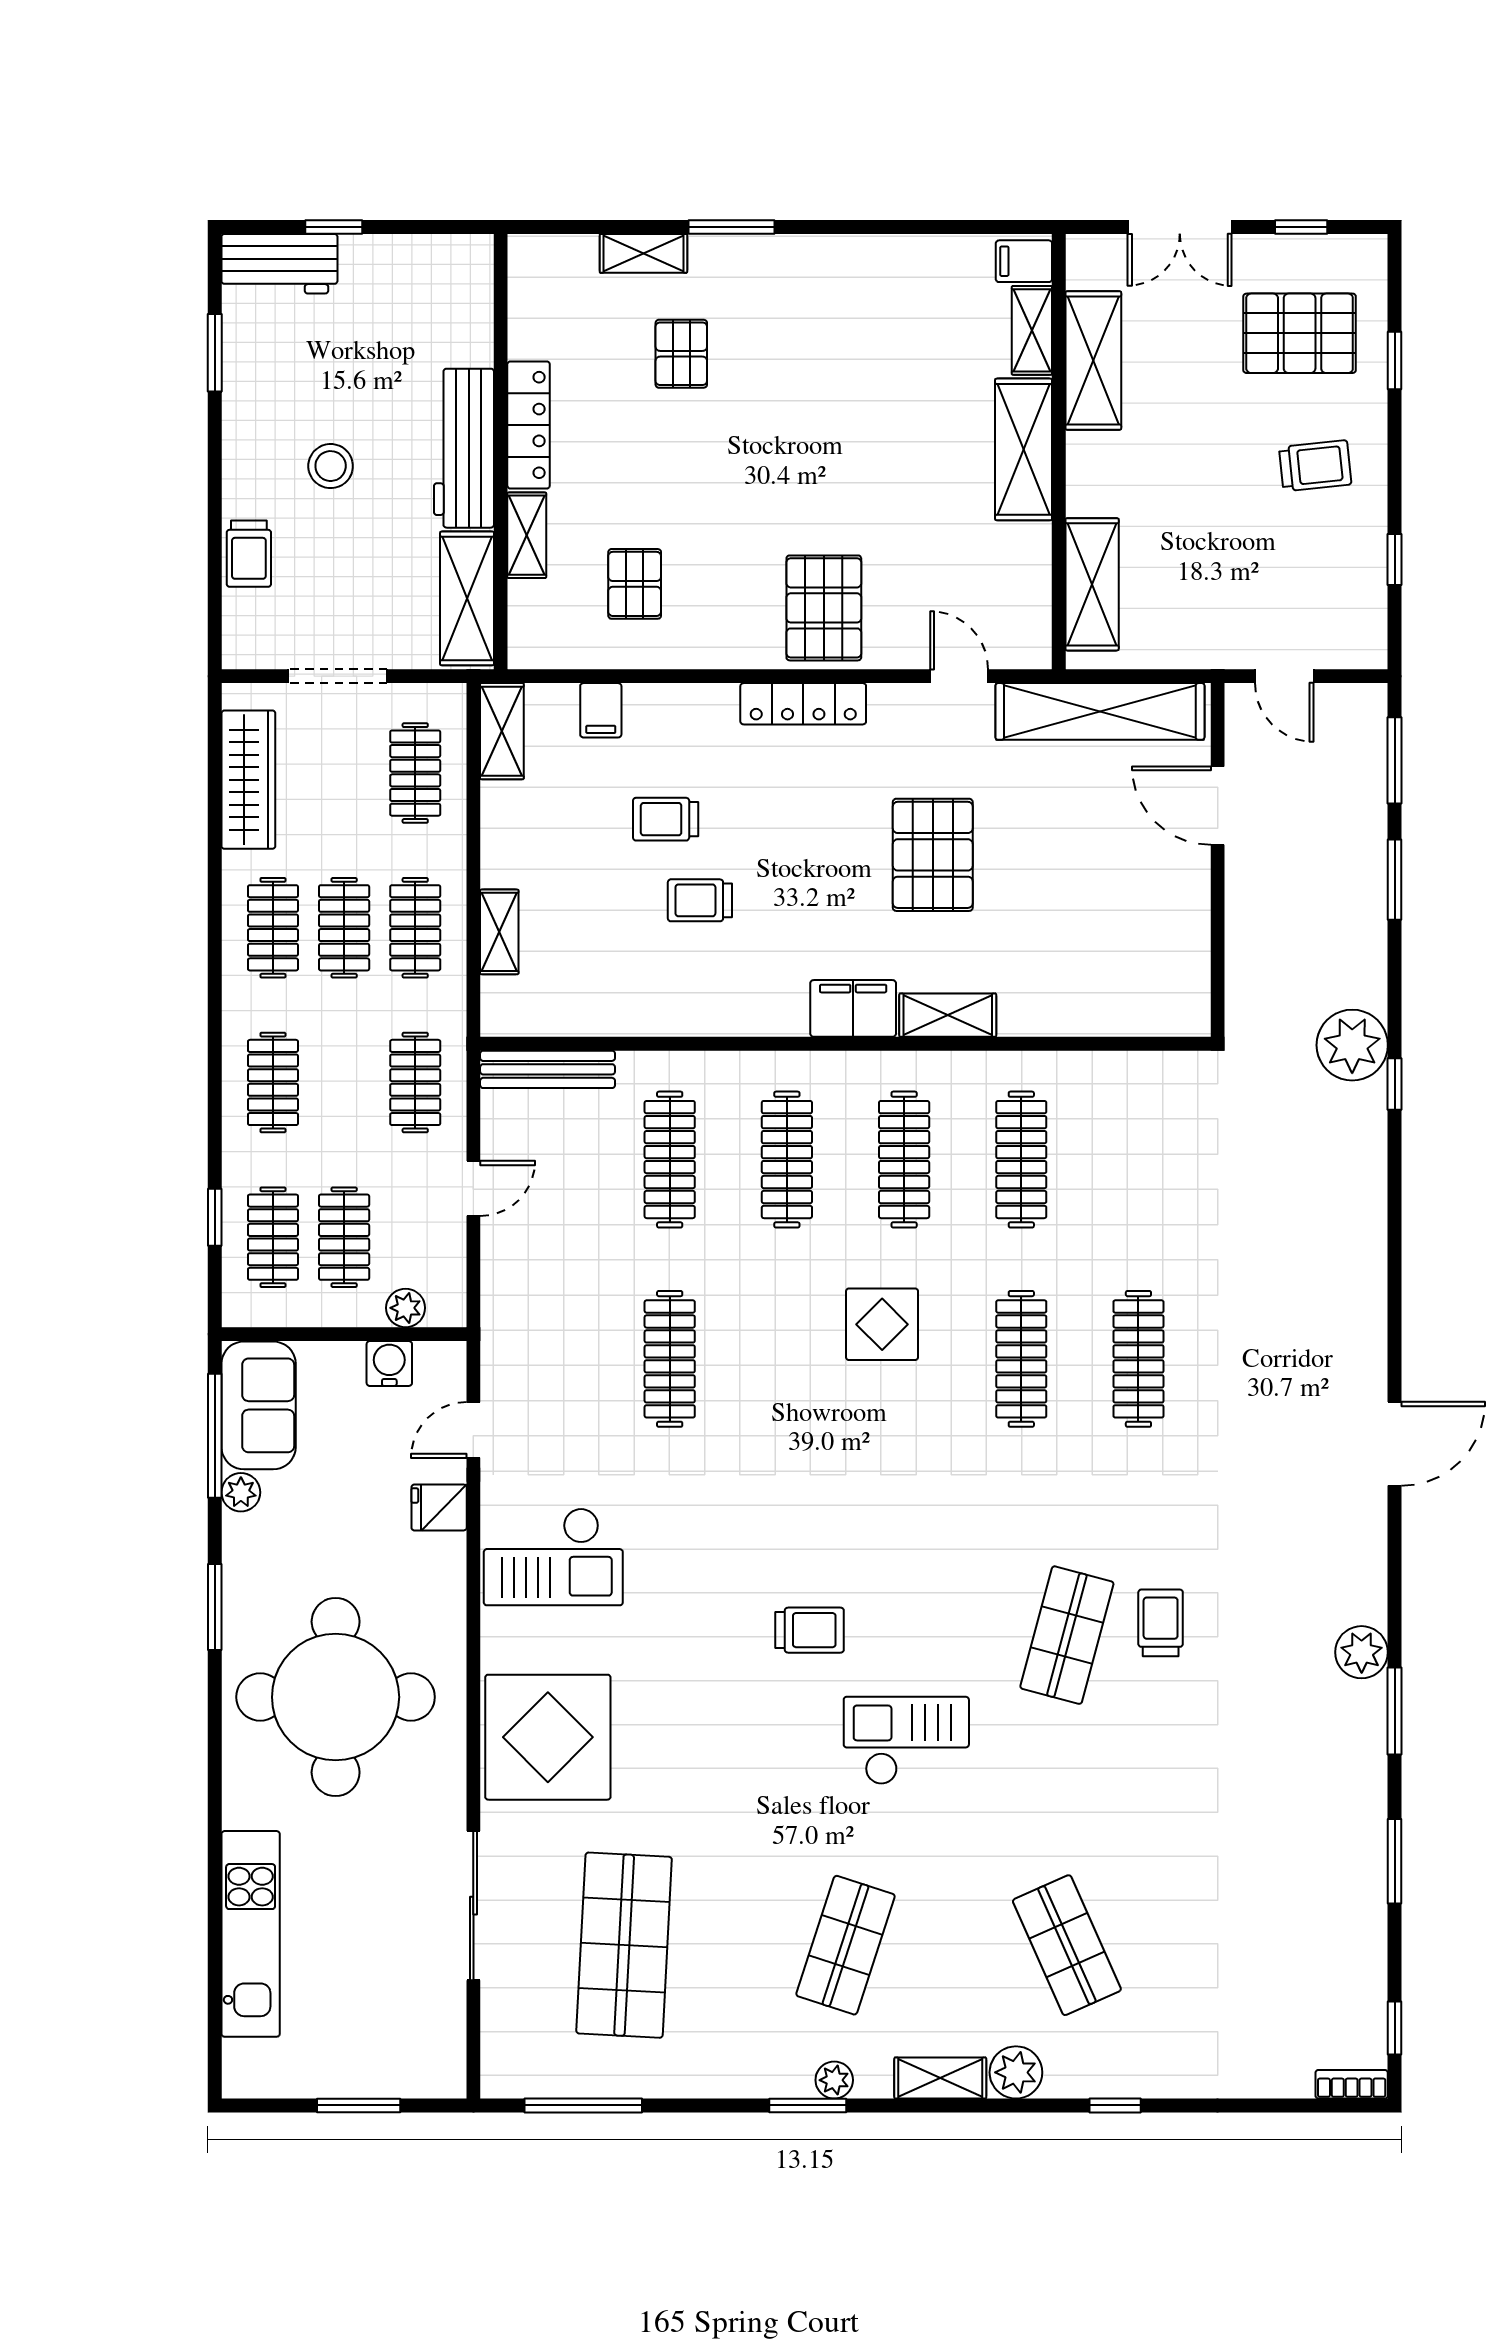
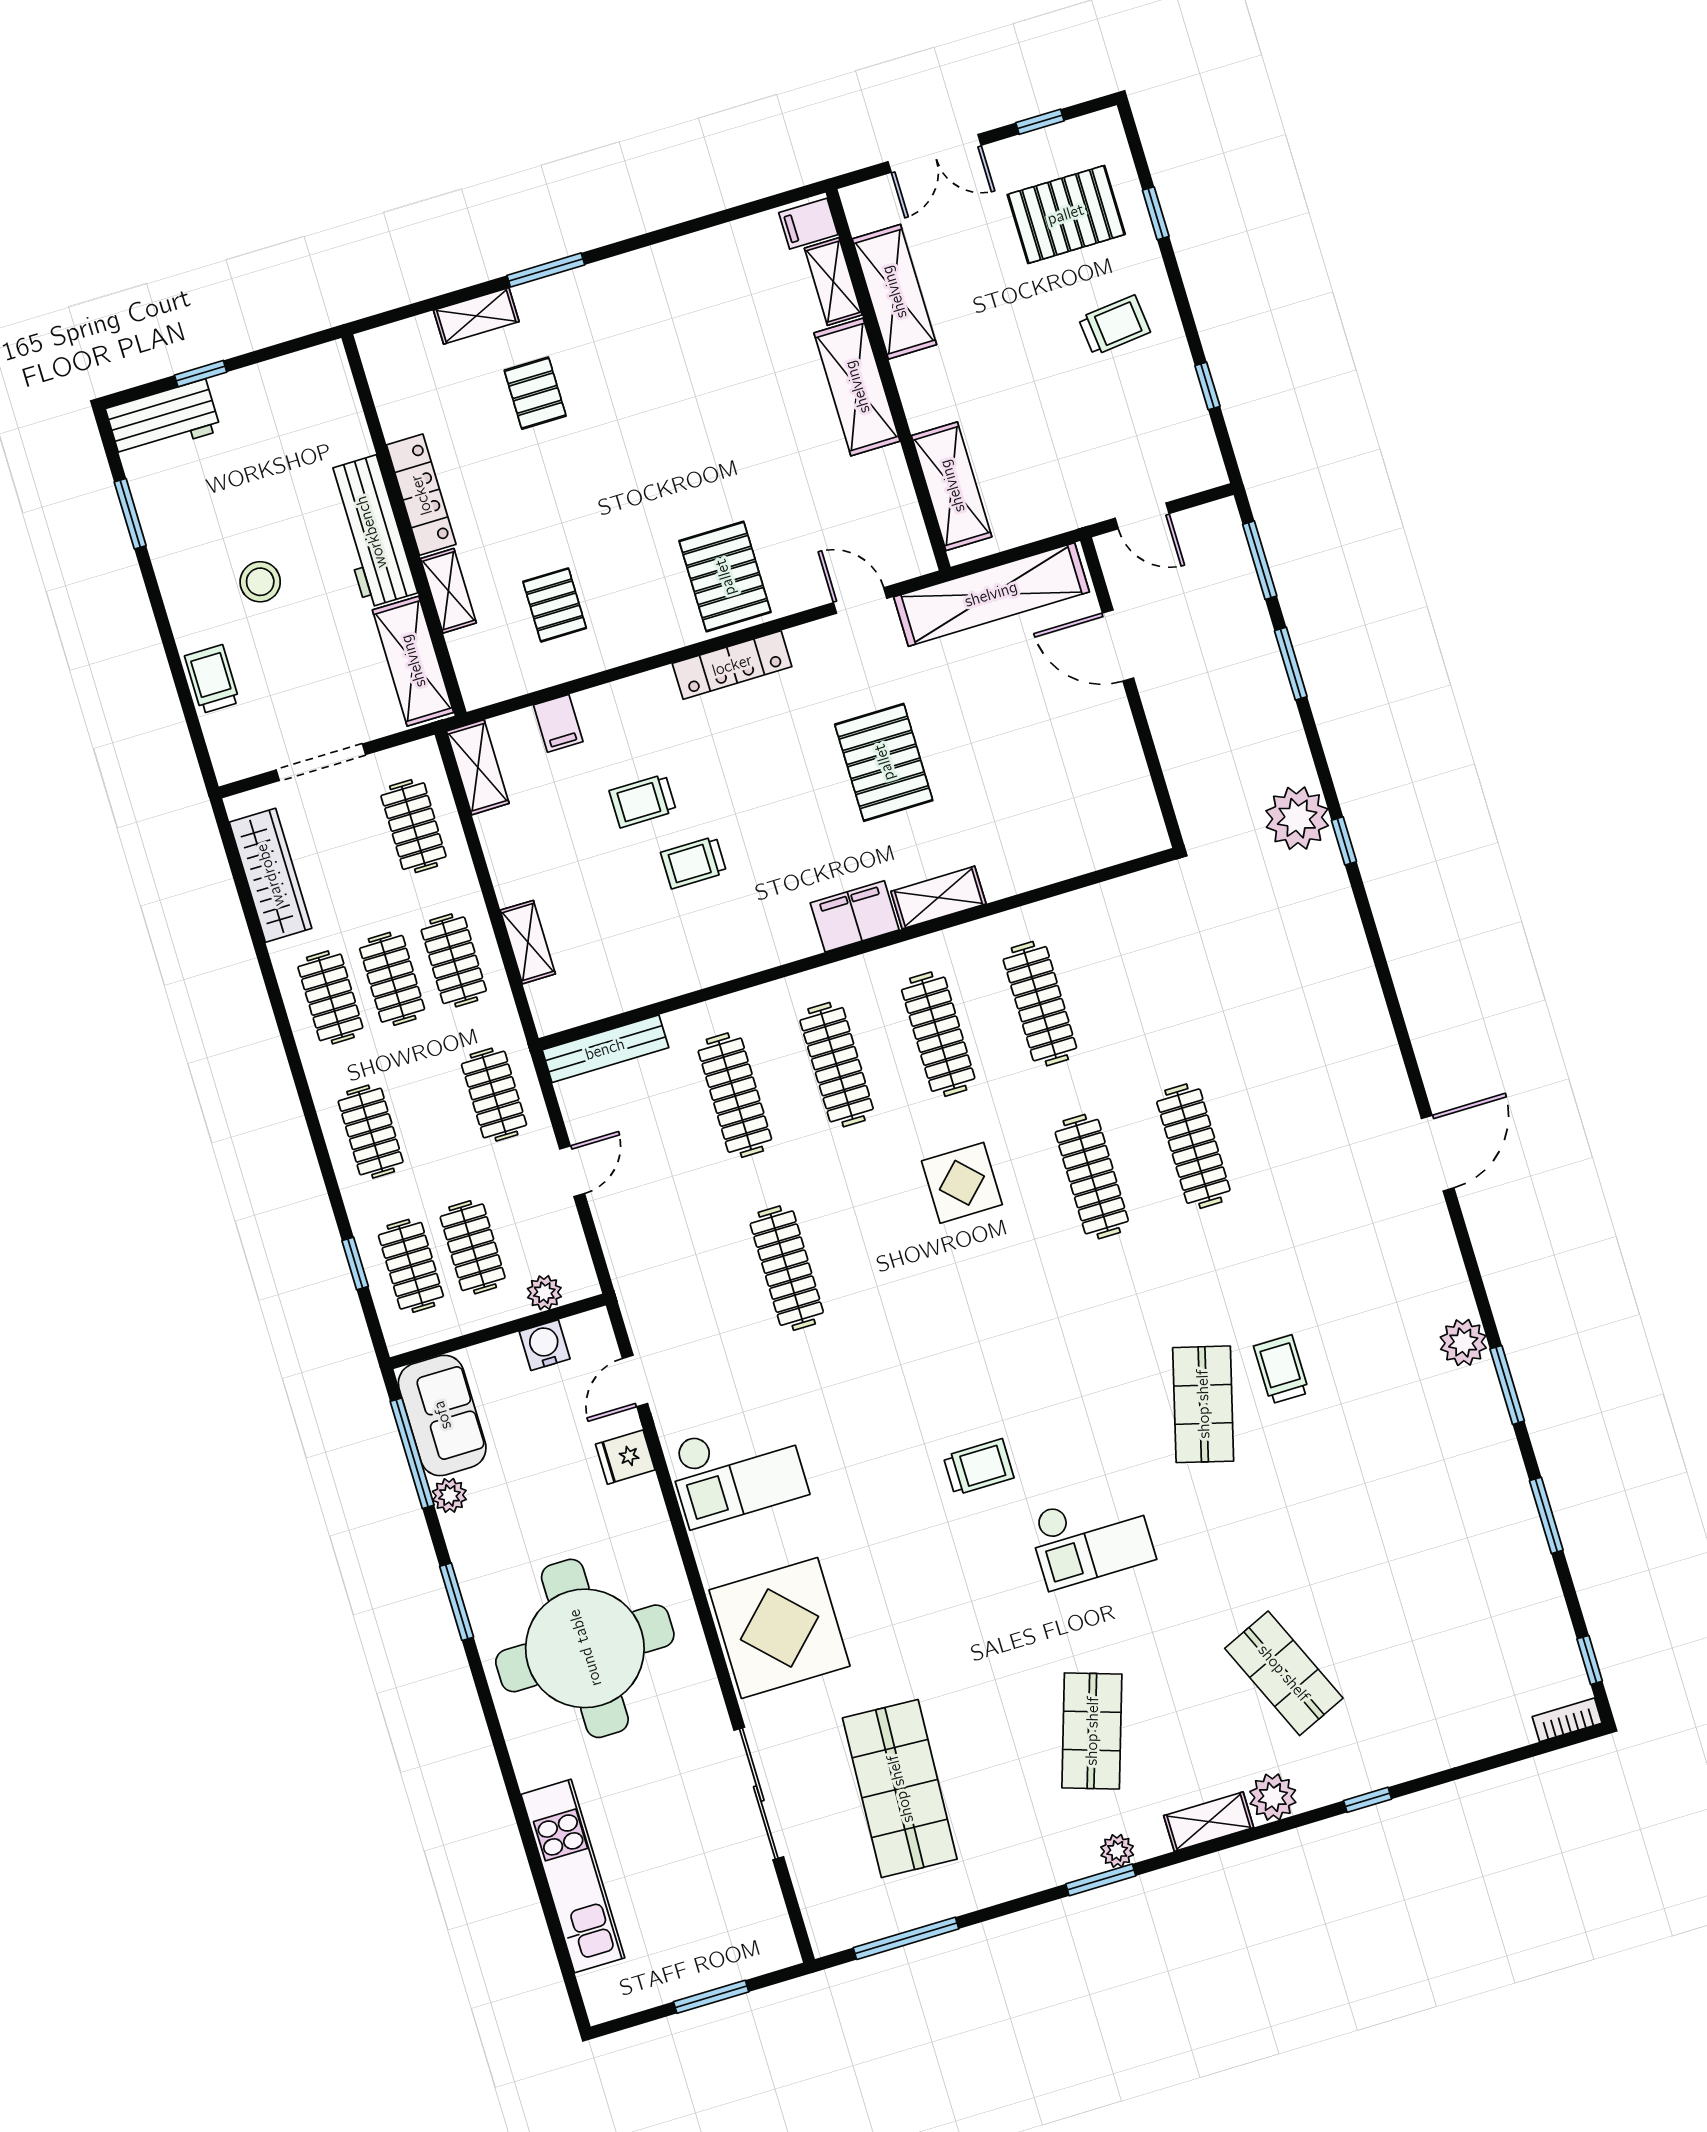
trolley: (249, 554) -> (212, 679), turned 180
checkout: (906, 1741) -> (1091, 1538), turned 180

